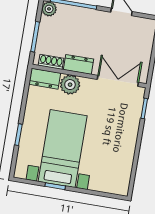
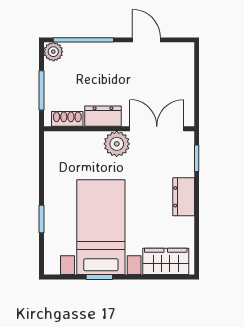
dresser: (45, 79) -> (184, 197), moved, turned 90
plant: (70, 85) -> (117, 144), moved
wardrobe: (108, 183) -> (166, 261), added

